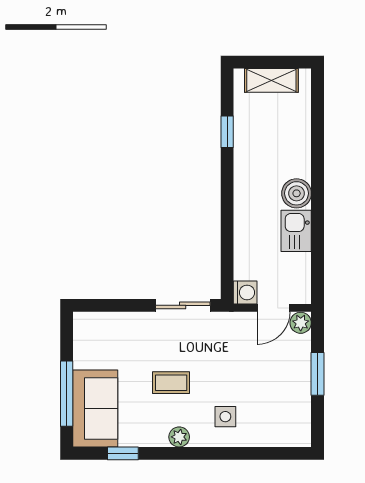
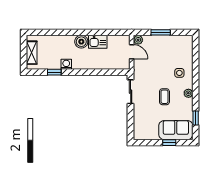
washing machine: (245, 292) -> (66, 64), moved
window: (67, 394) -> (169, 143), width x0.46

